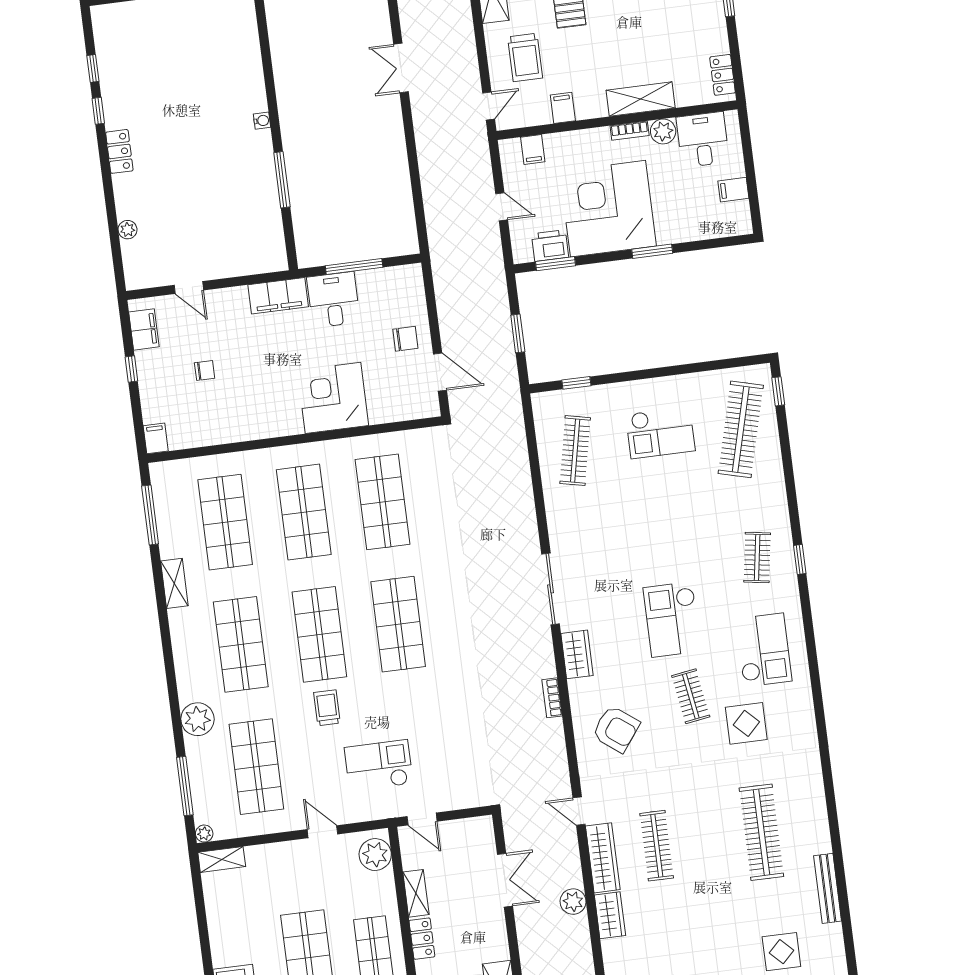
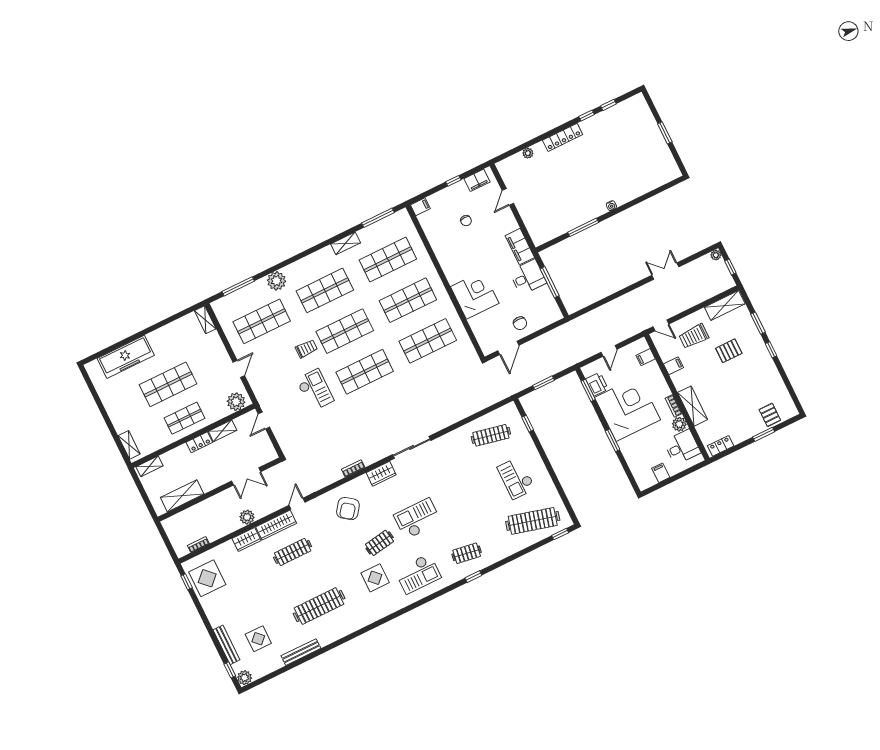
locker: (119, 151) -> (563, 137), width x1.53
checkout: (379, 765) -> (315, 390), moved
plant: (204, 834) -> (216, 305), removed

